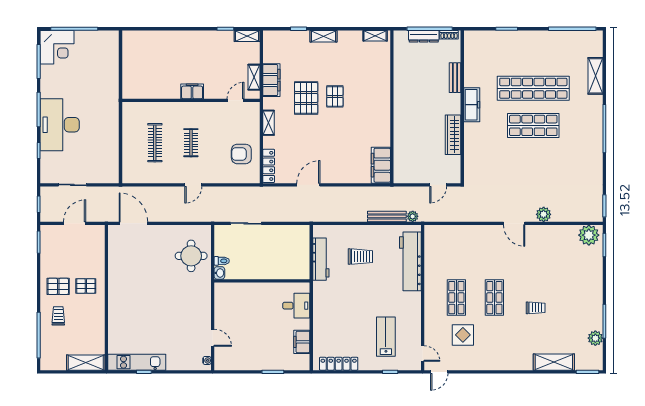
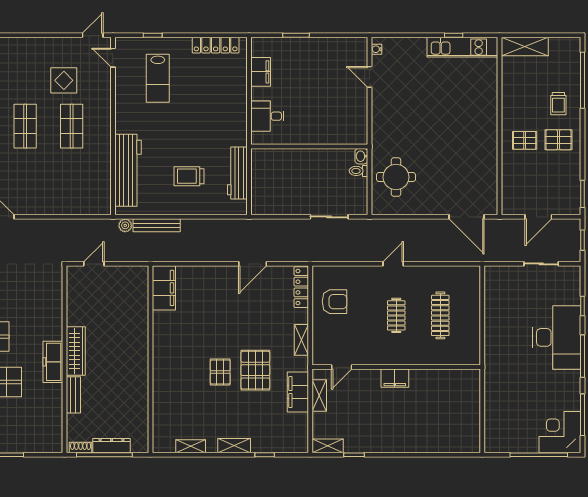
shelving: (375, 36) -> (191, 446), moved
wardrobe: (453, 135) -> (76, 351), moved

